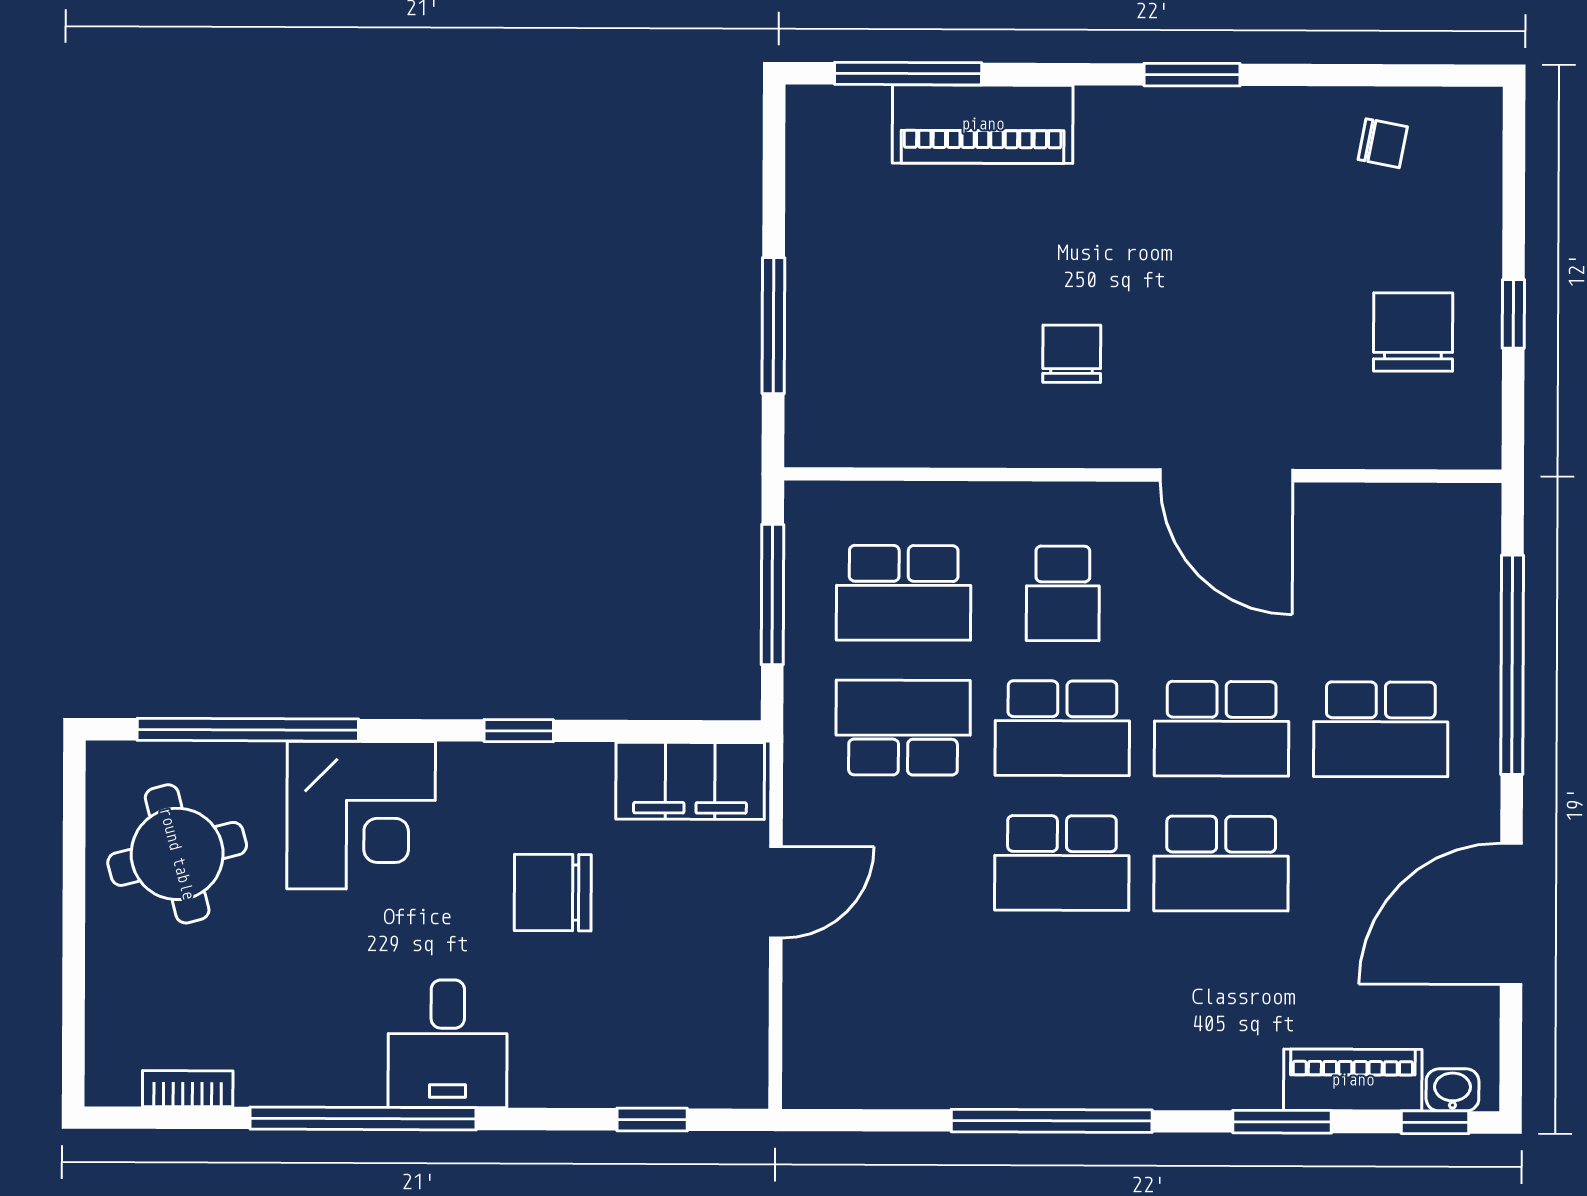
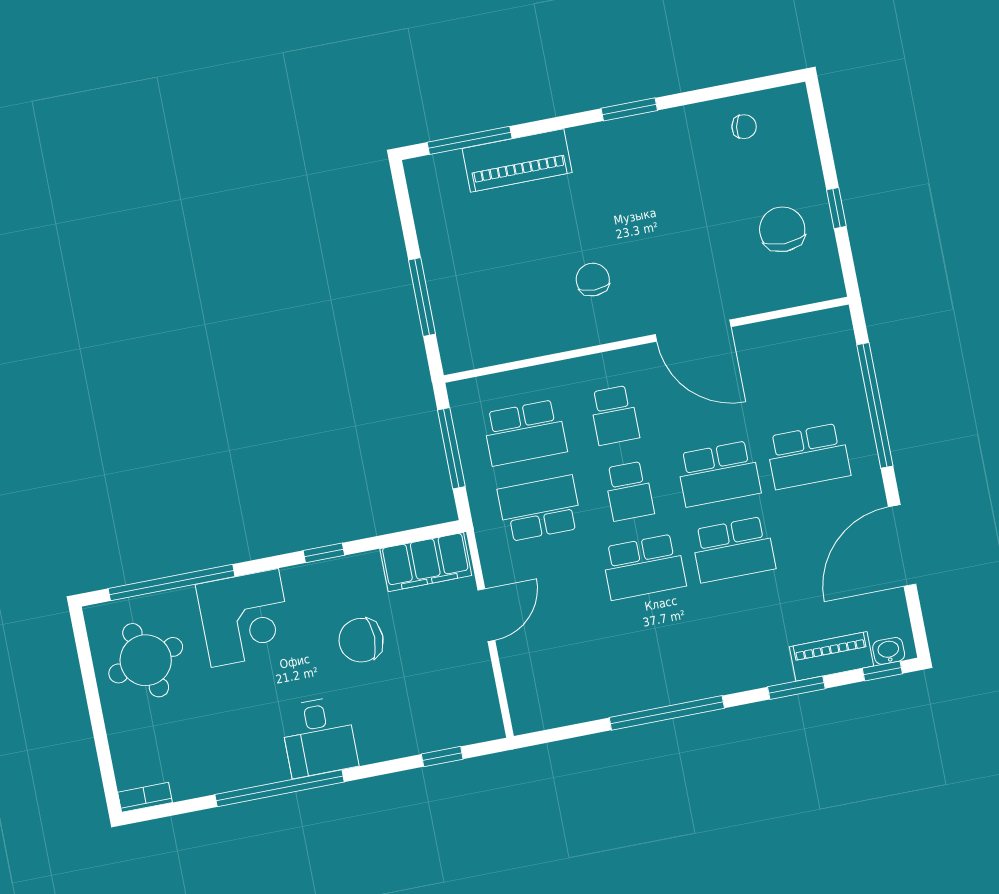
school desk: (1062, 728) -> (629, 491), width x0.54
bookcase: (188, 1089) -> (145, 797), moved

